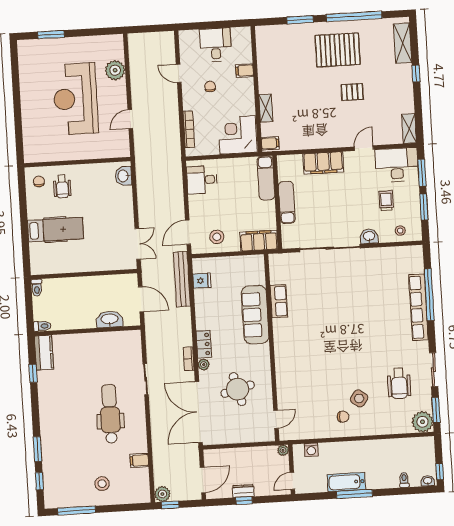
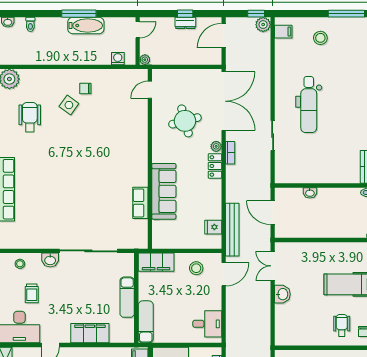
washbasin: (123, 176) -> (282, 294), moved
washbasin: (109, 319) -> (310, 193), width x0.52, depth x0.69
filing cabinet: (139, 460) -> (283, 32), moved

